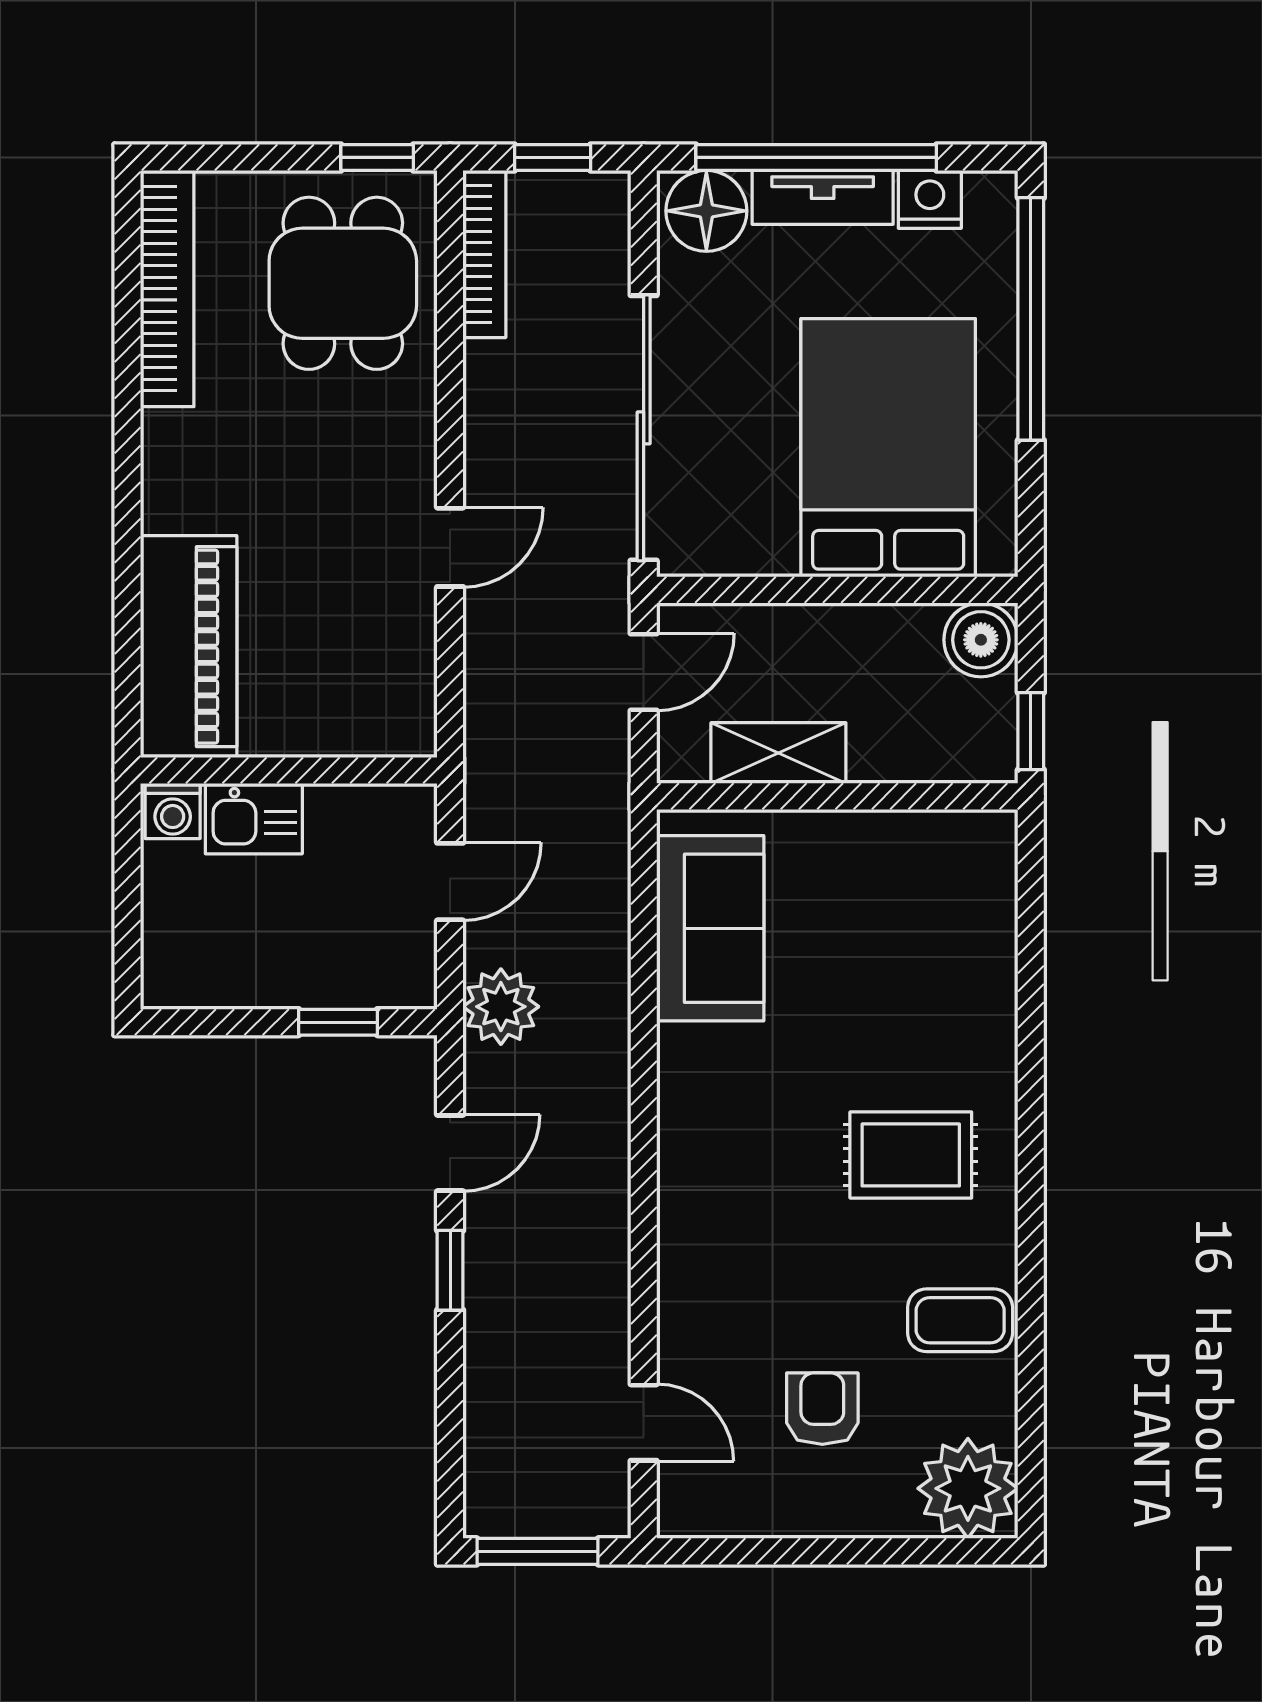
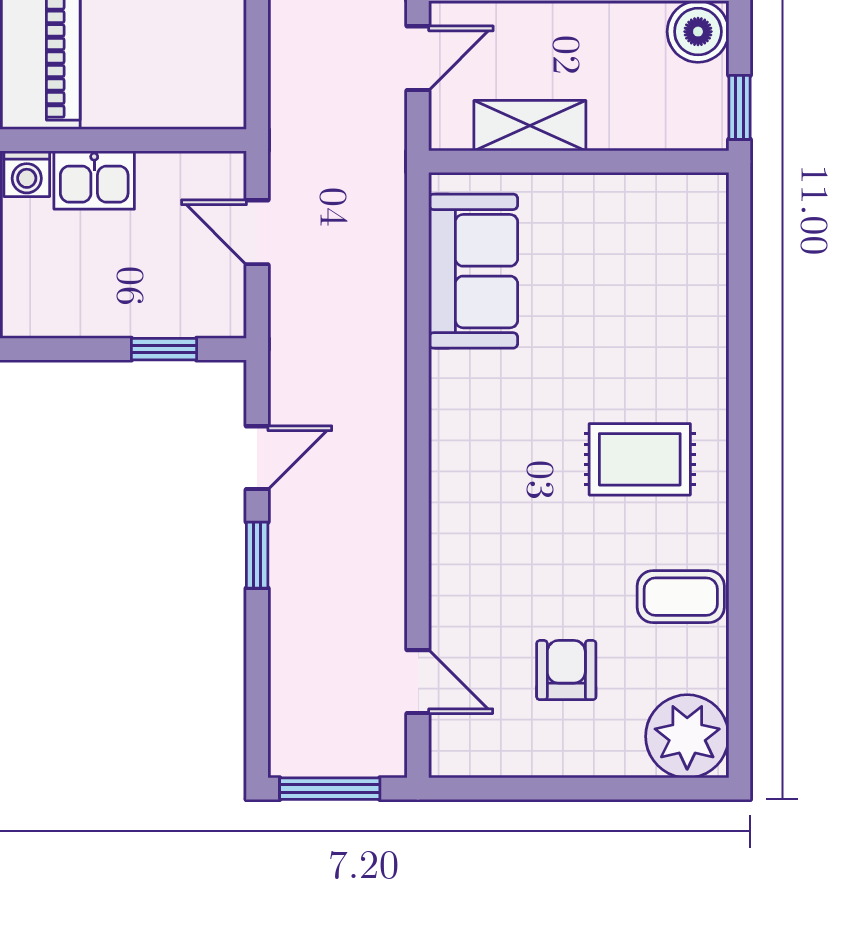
door: (450, 882) -> (257, 232), swing flipped
plant: (501, 1007) -> (299, 336), removed

